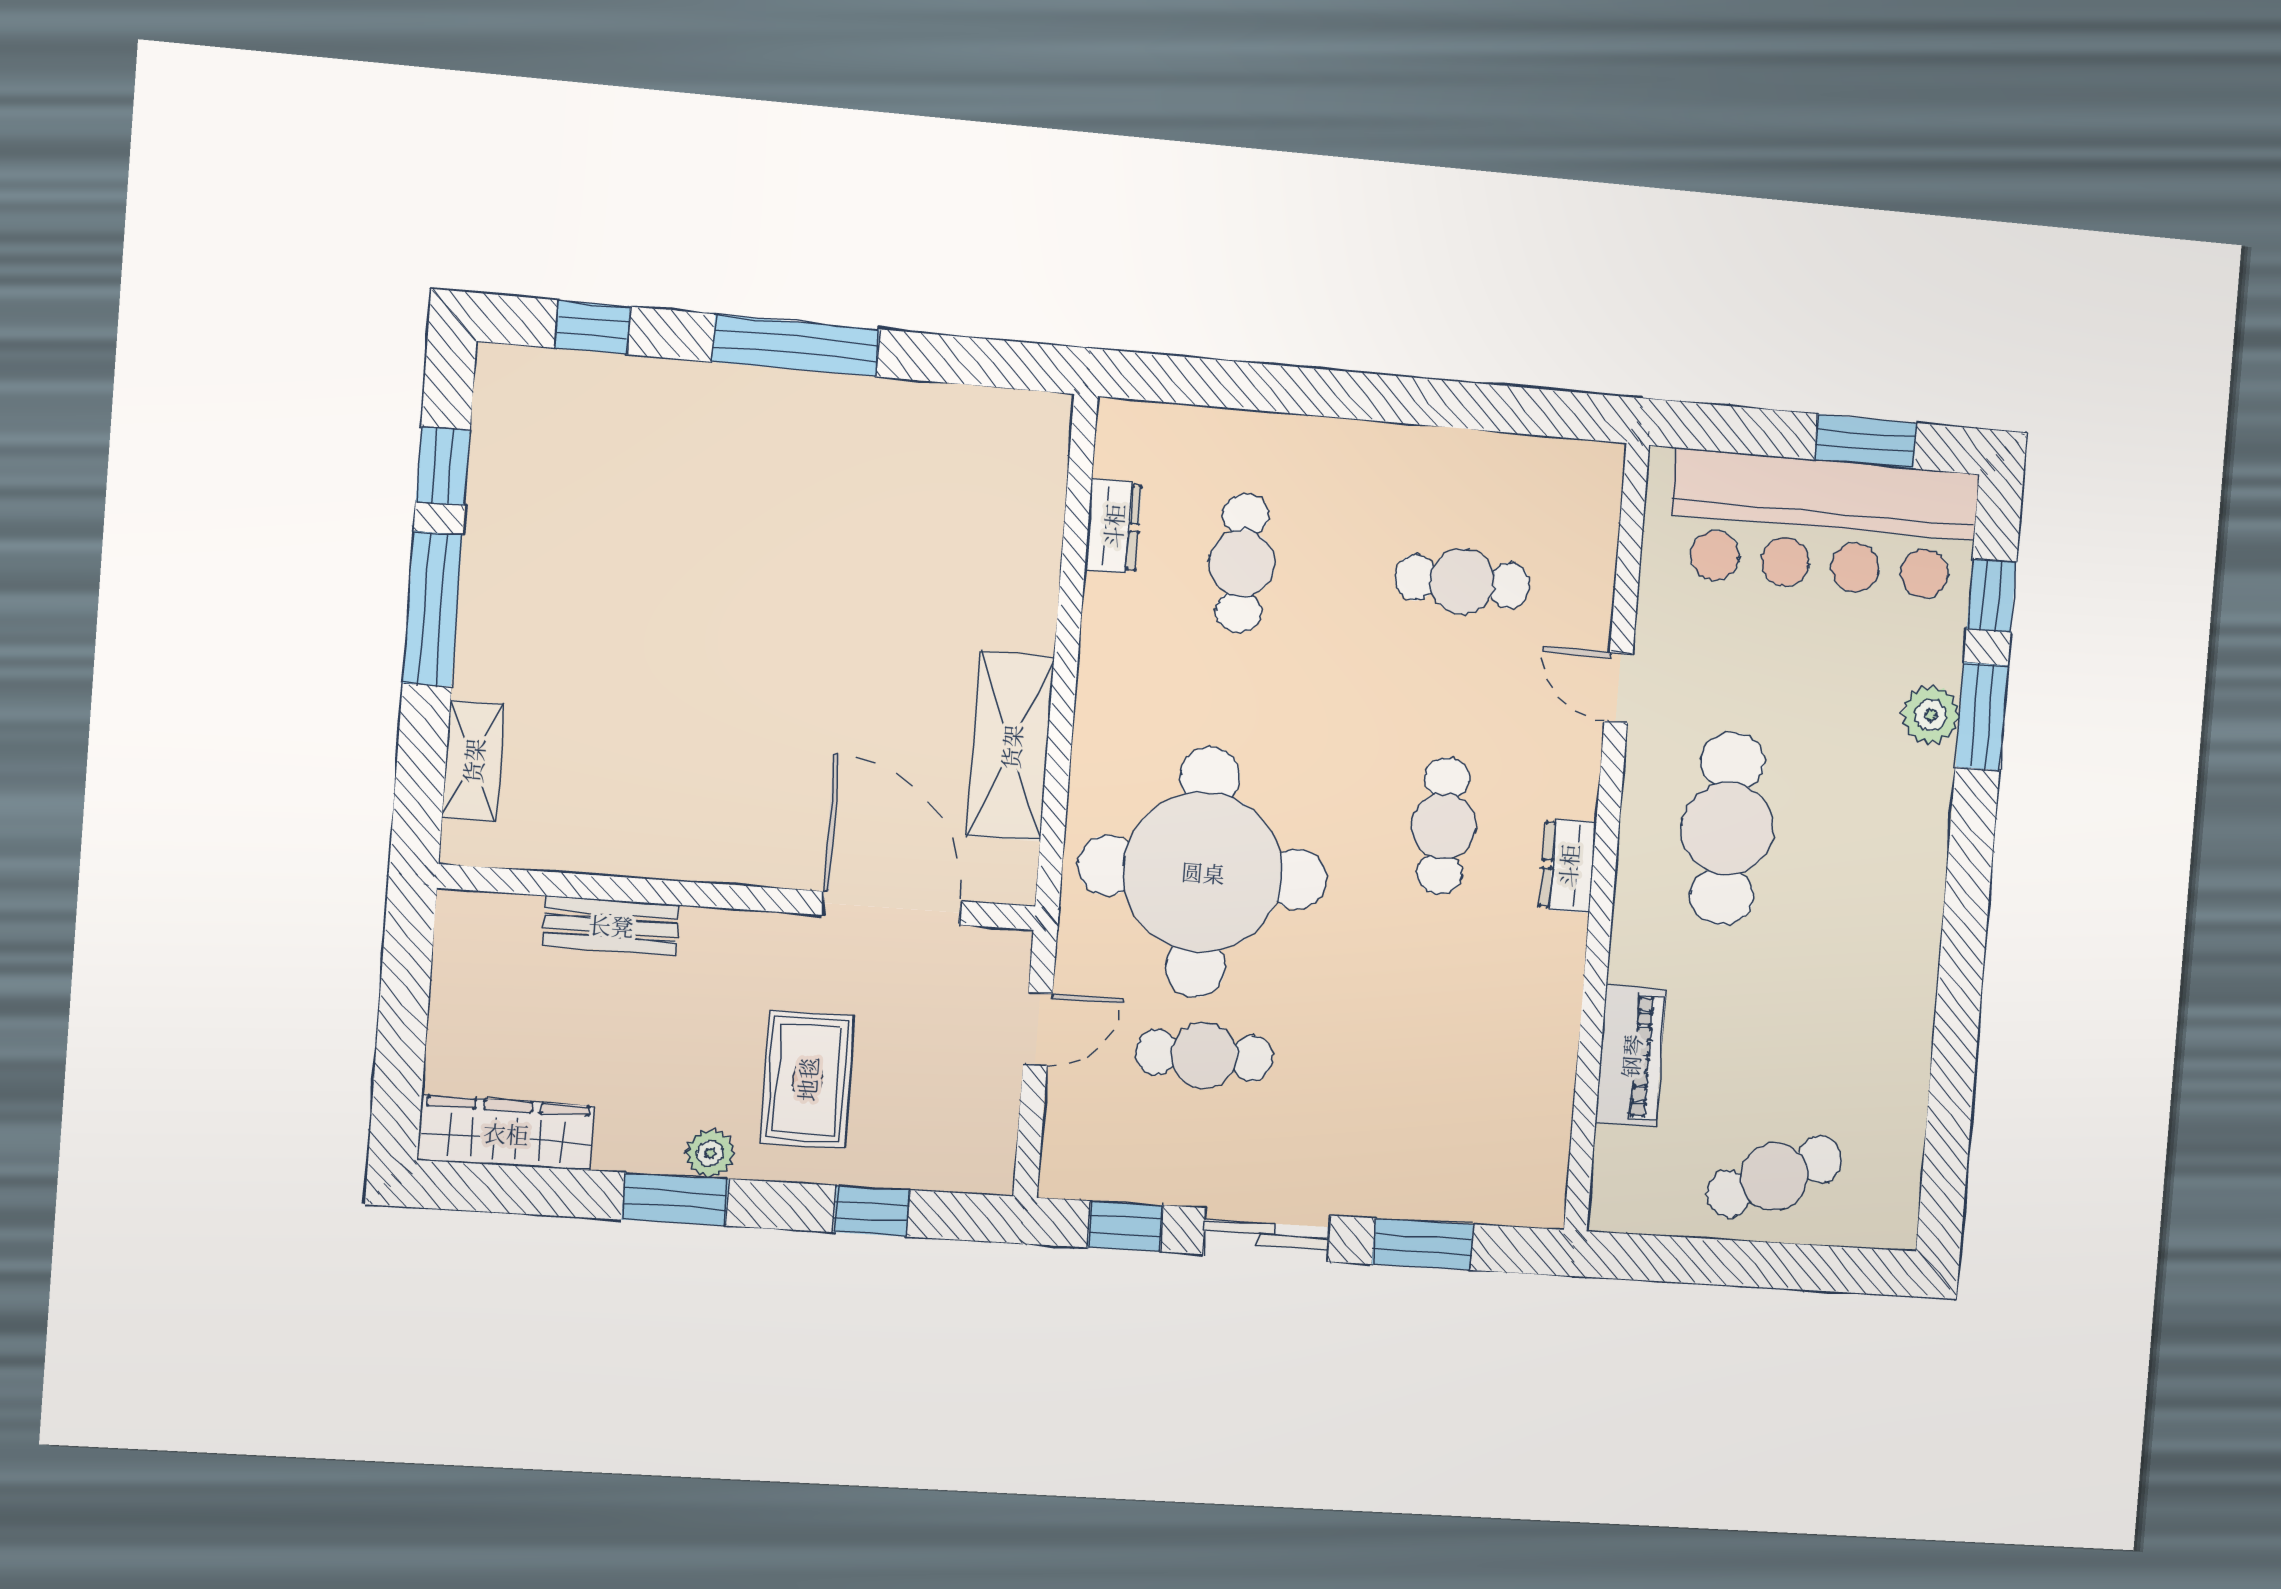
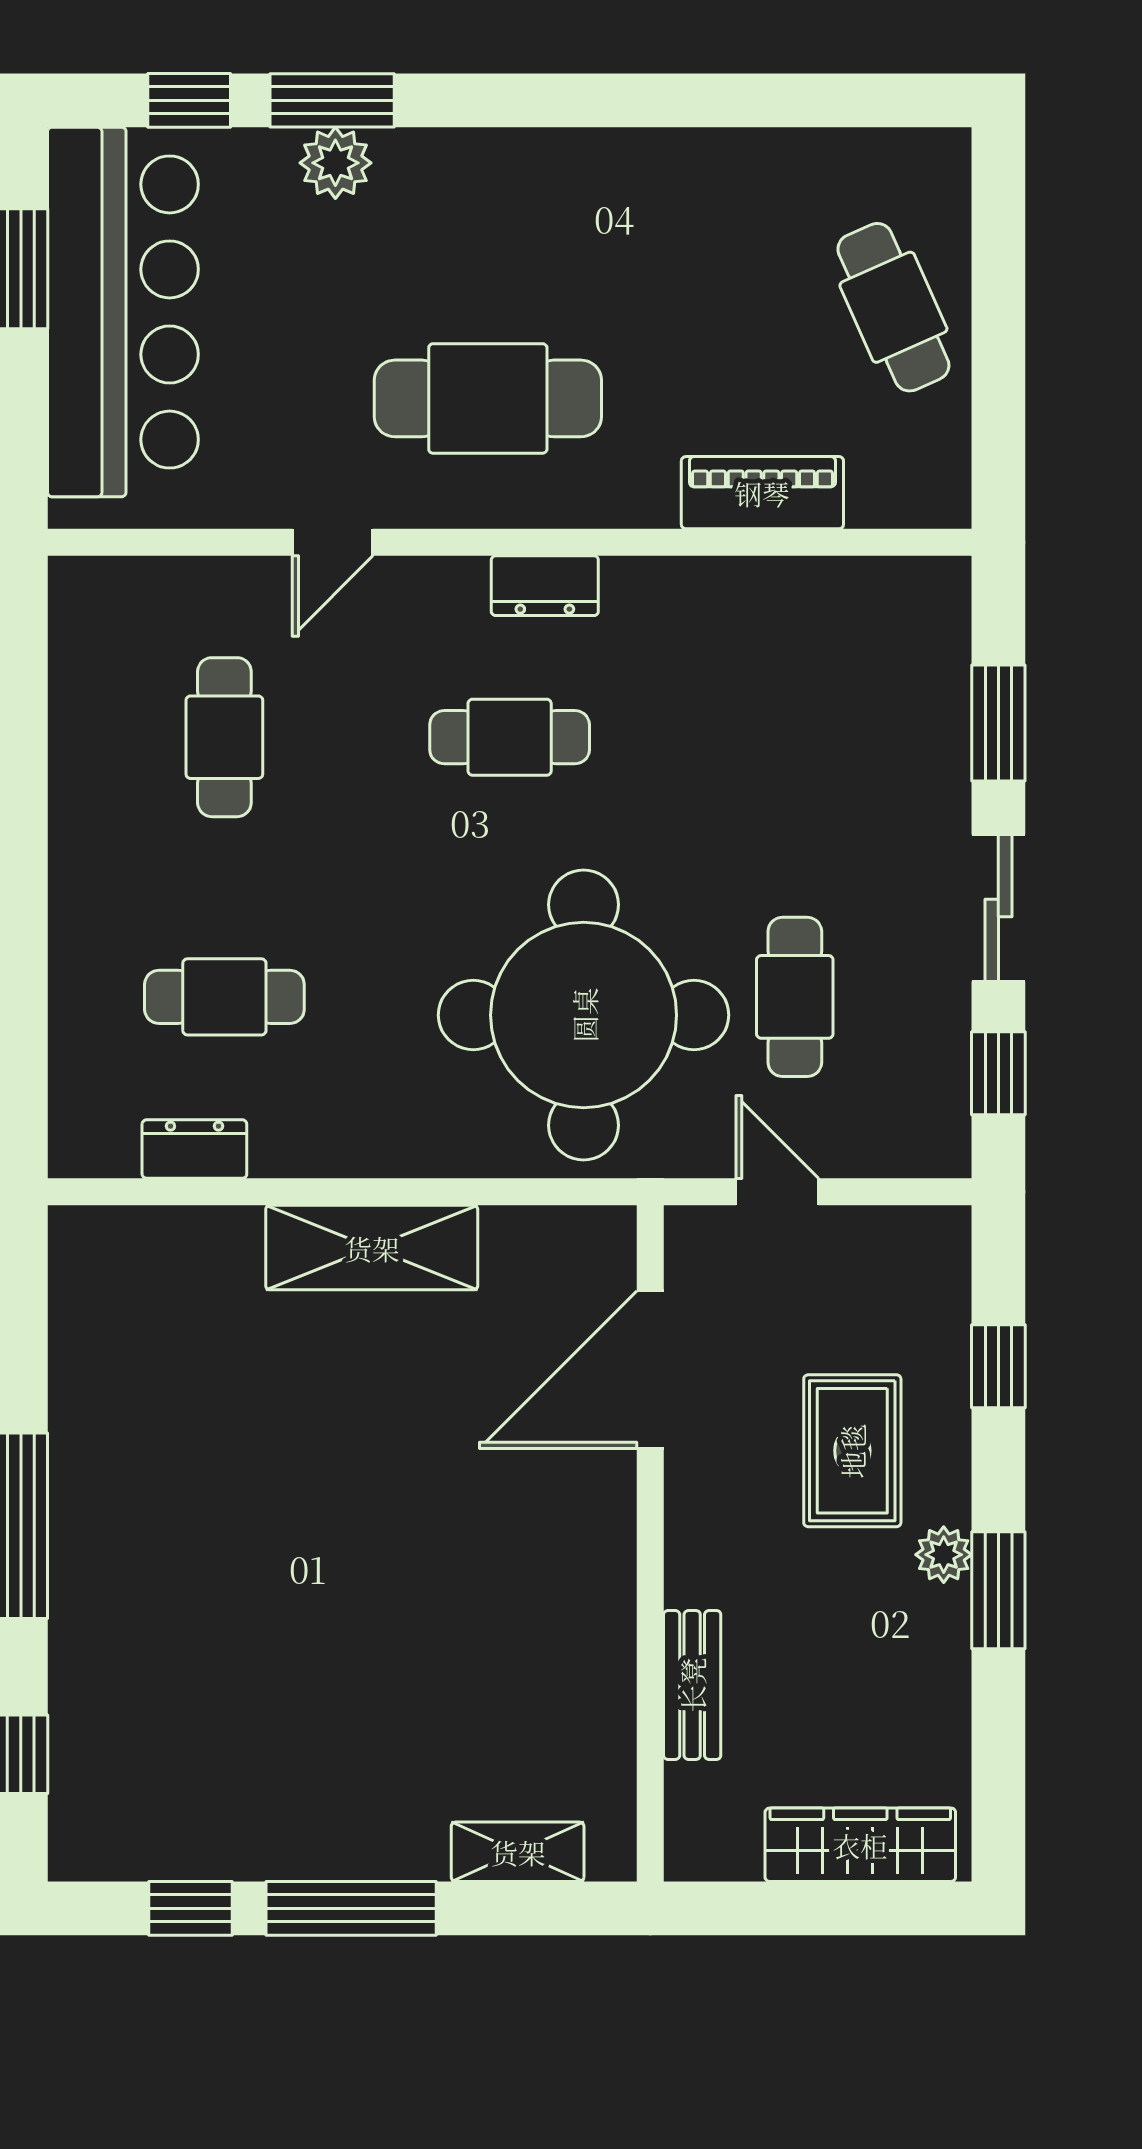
shelving: (1011, 747) -> (372, 1248), moved
rug: (807, 1079) -> (852, 1451), turned 90
wardrobe: (506, 1133) -> (860, 1845), moved, turned 90

